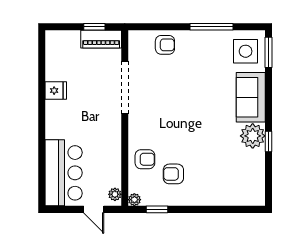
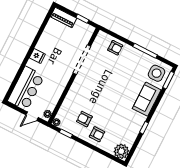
piano: (101, 39) -> (64, 17), moved
fridge: (56, 91) -> (37, 56), moved
plant: (253, 136) -> (121, 151), moved
armchair: (145, 159) -> (97, 134), moved
door: (94, 209) -> (32, 116), hinge flipped

